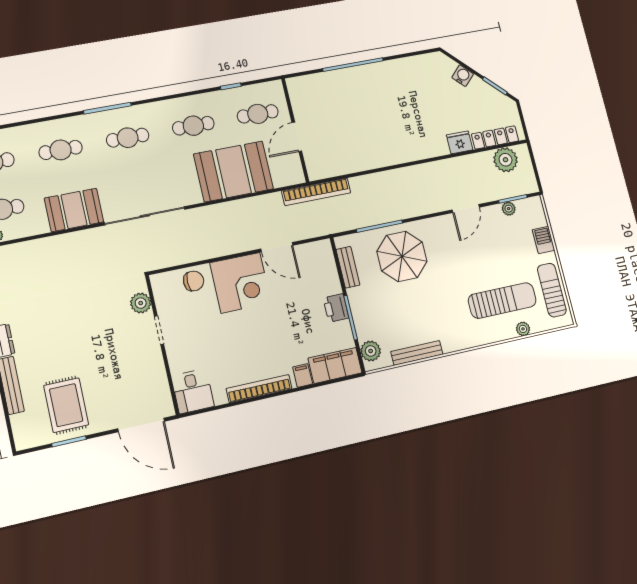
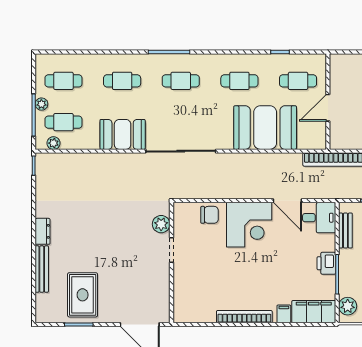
desk: (193, 391) -> (319, 218), moved, turned -90

